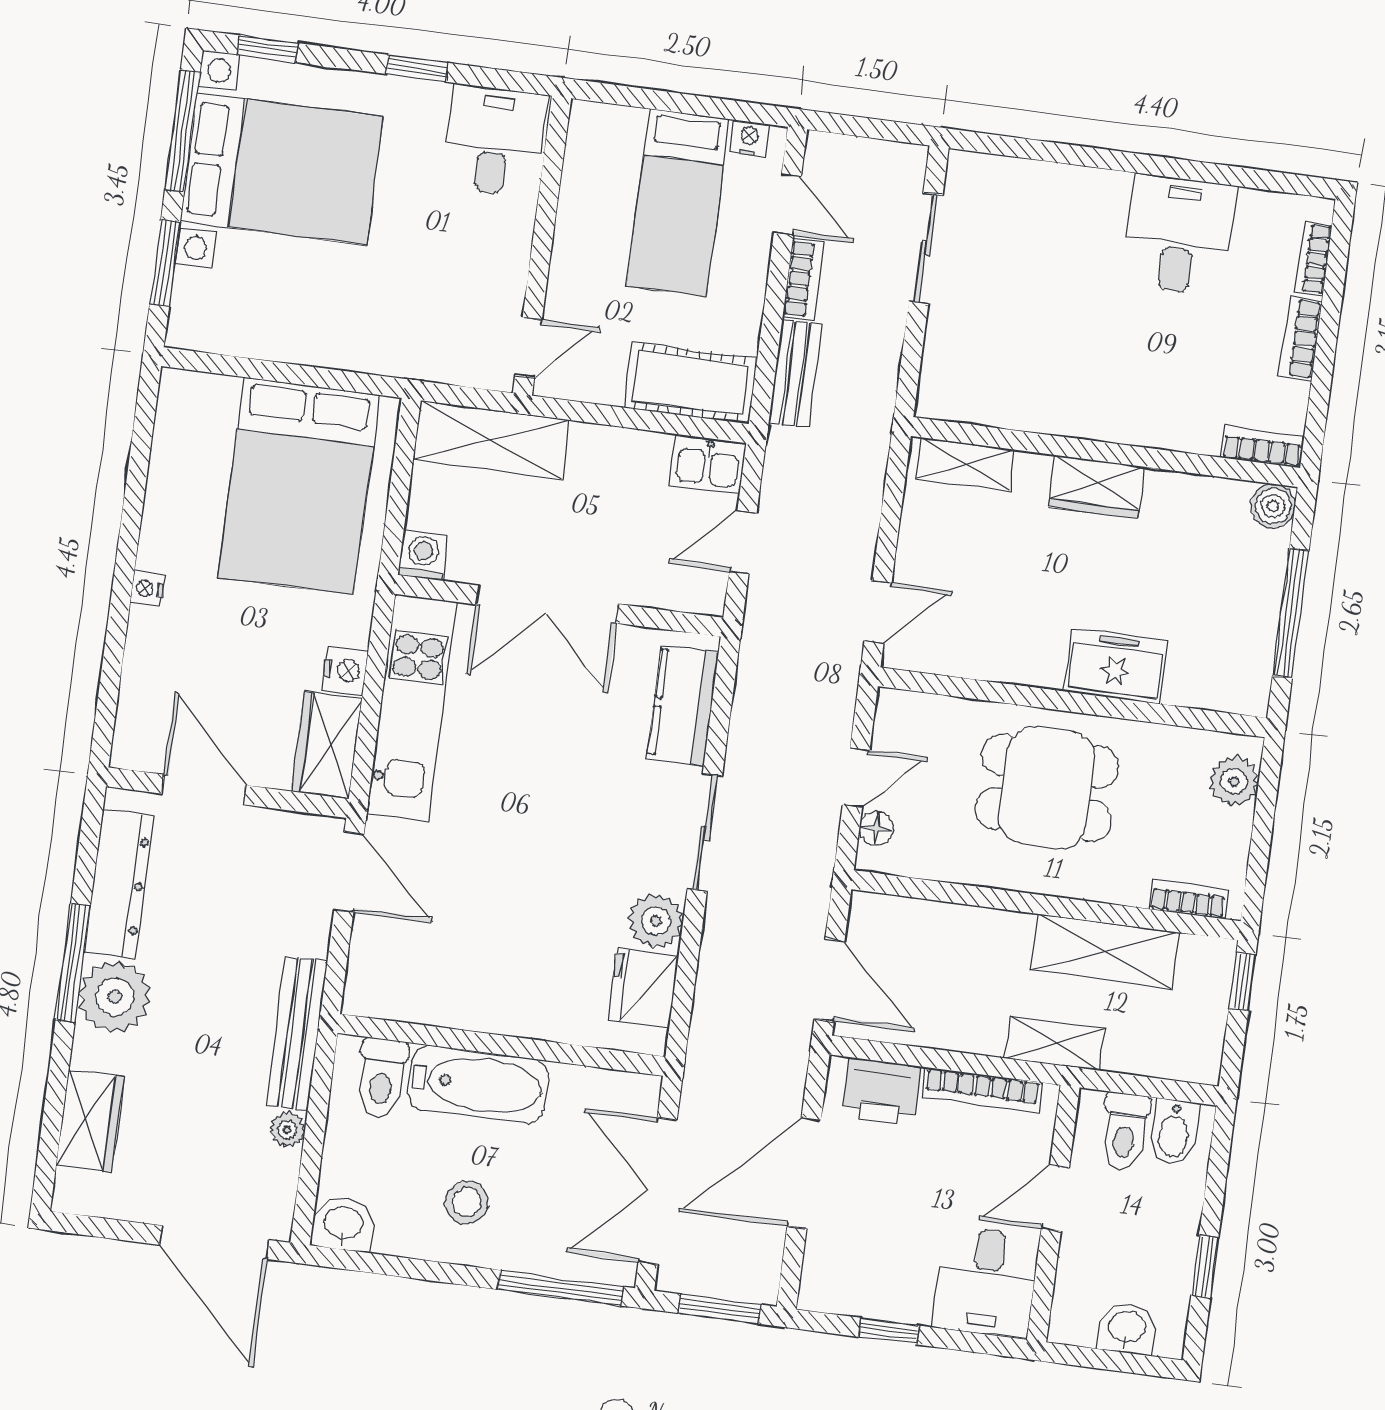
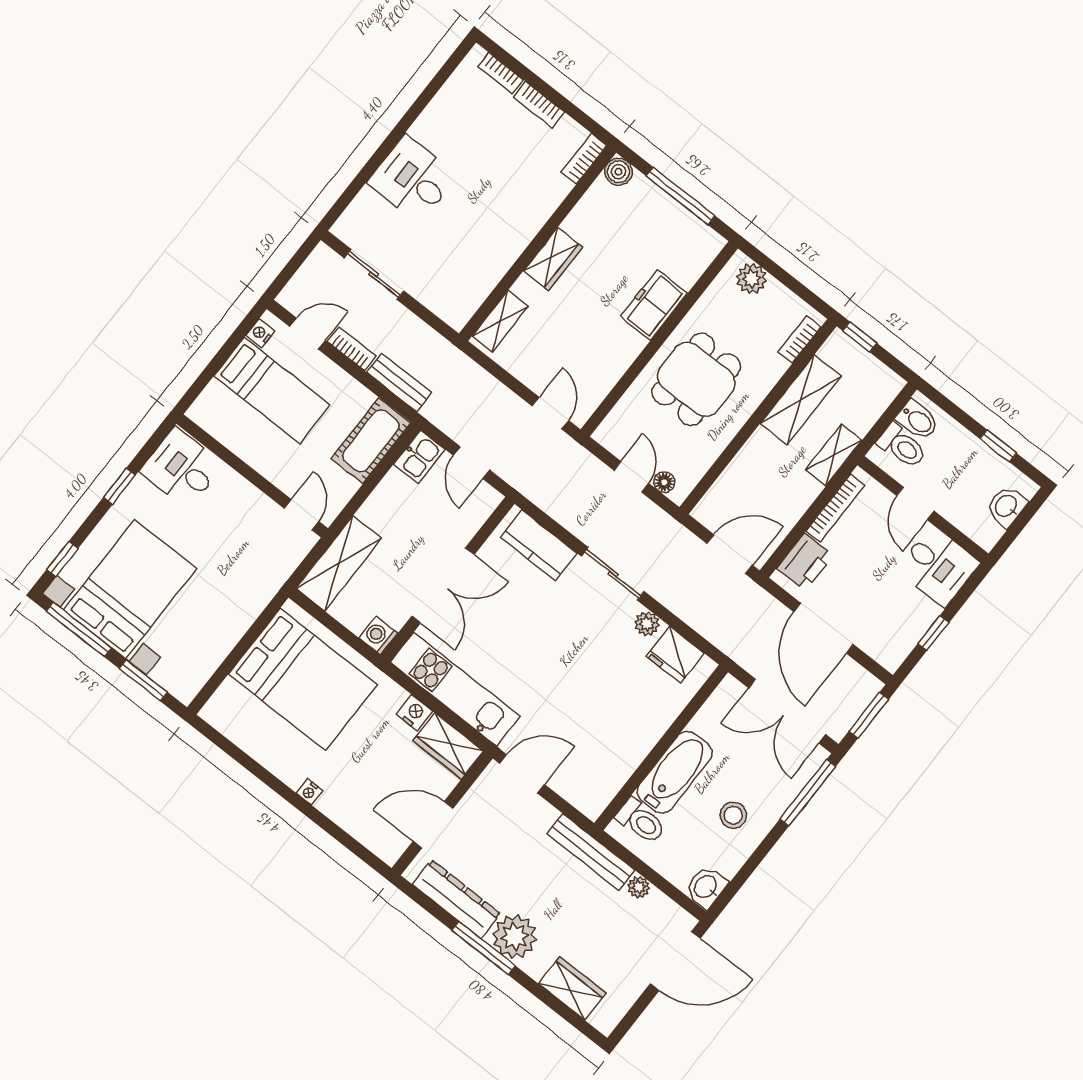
desk: (1180, 235) -> (412, 179), moved
plant: (656, 921) -> (647, 624), width x0.73, depth x0.73

